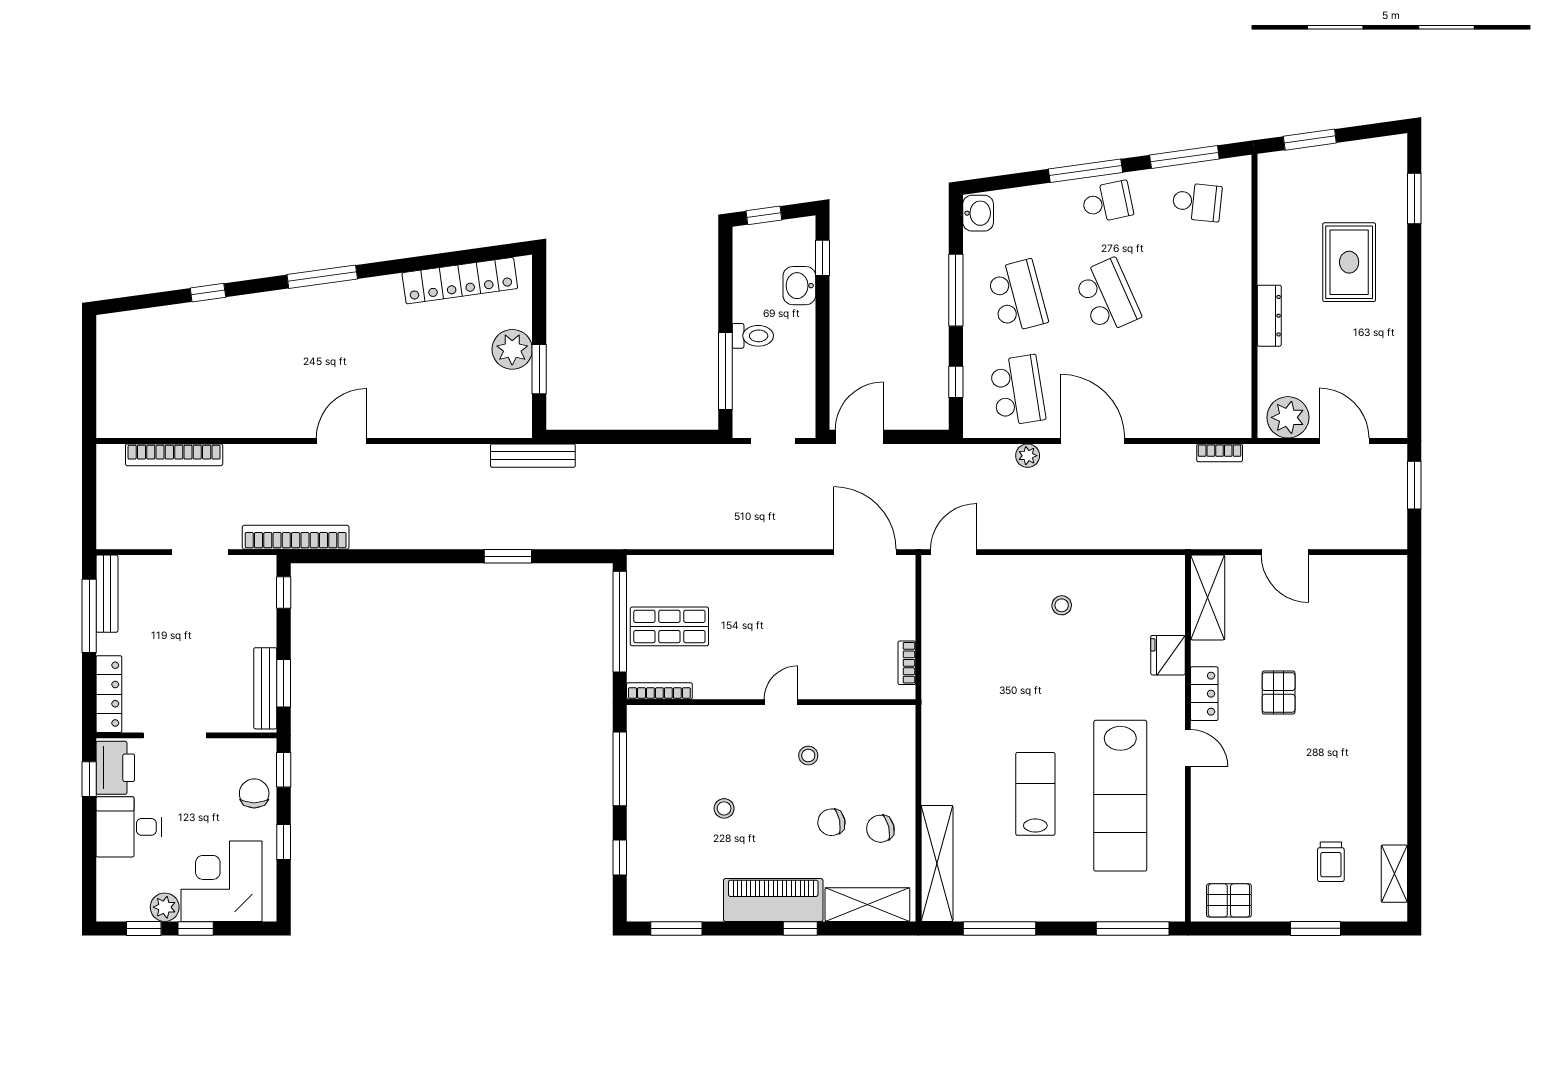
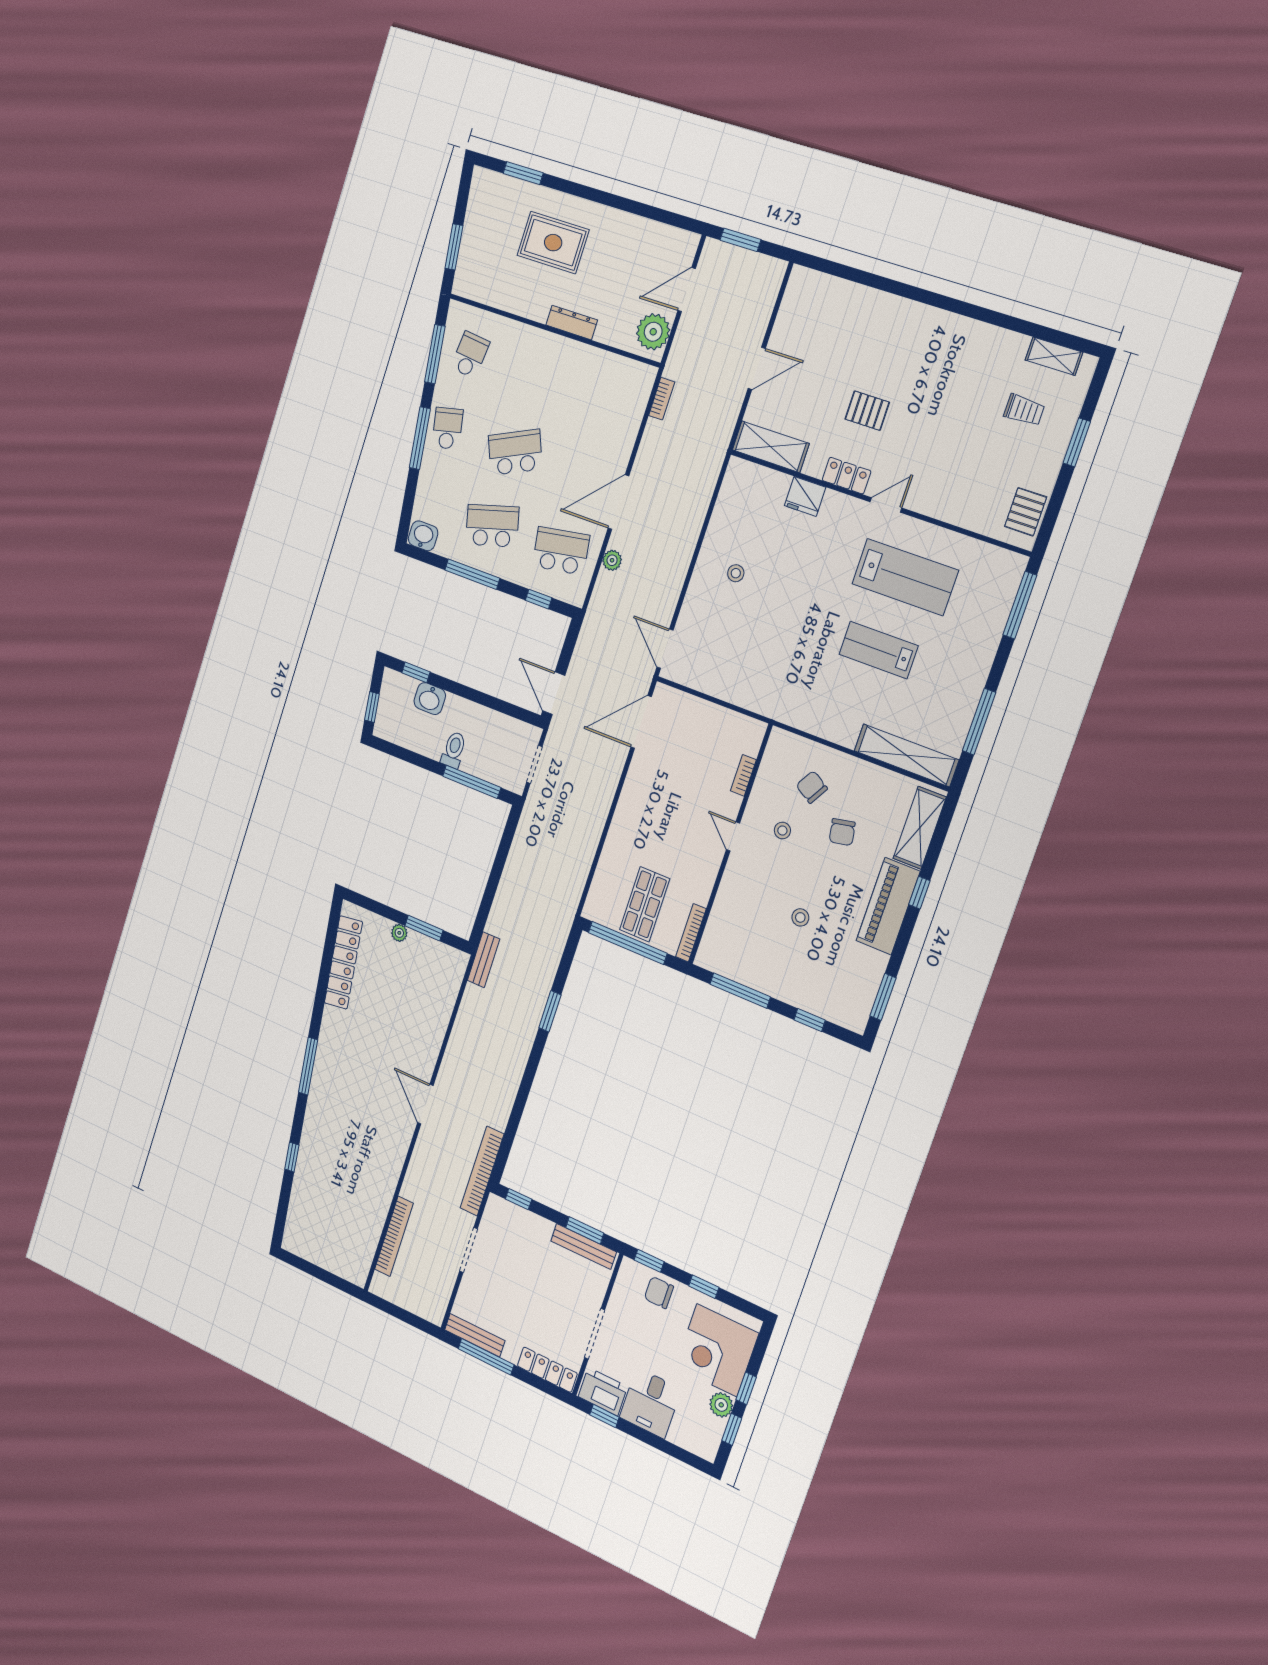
plant: (512, 349) -> (399, 933), width x0.53, depth x0.53
bench: (533, 456) -> (484, 960), width x0.73
bookcase: (907, 663) -> (743, 775), moved, turned 90
lab bench: (1120, 796) -> (905, 577), width x0.73
chair: (880, 829) -> (812, 787), moved, turned 135

